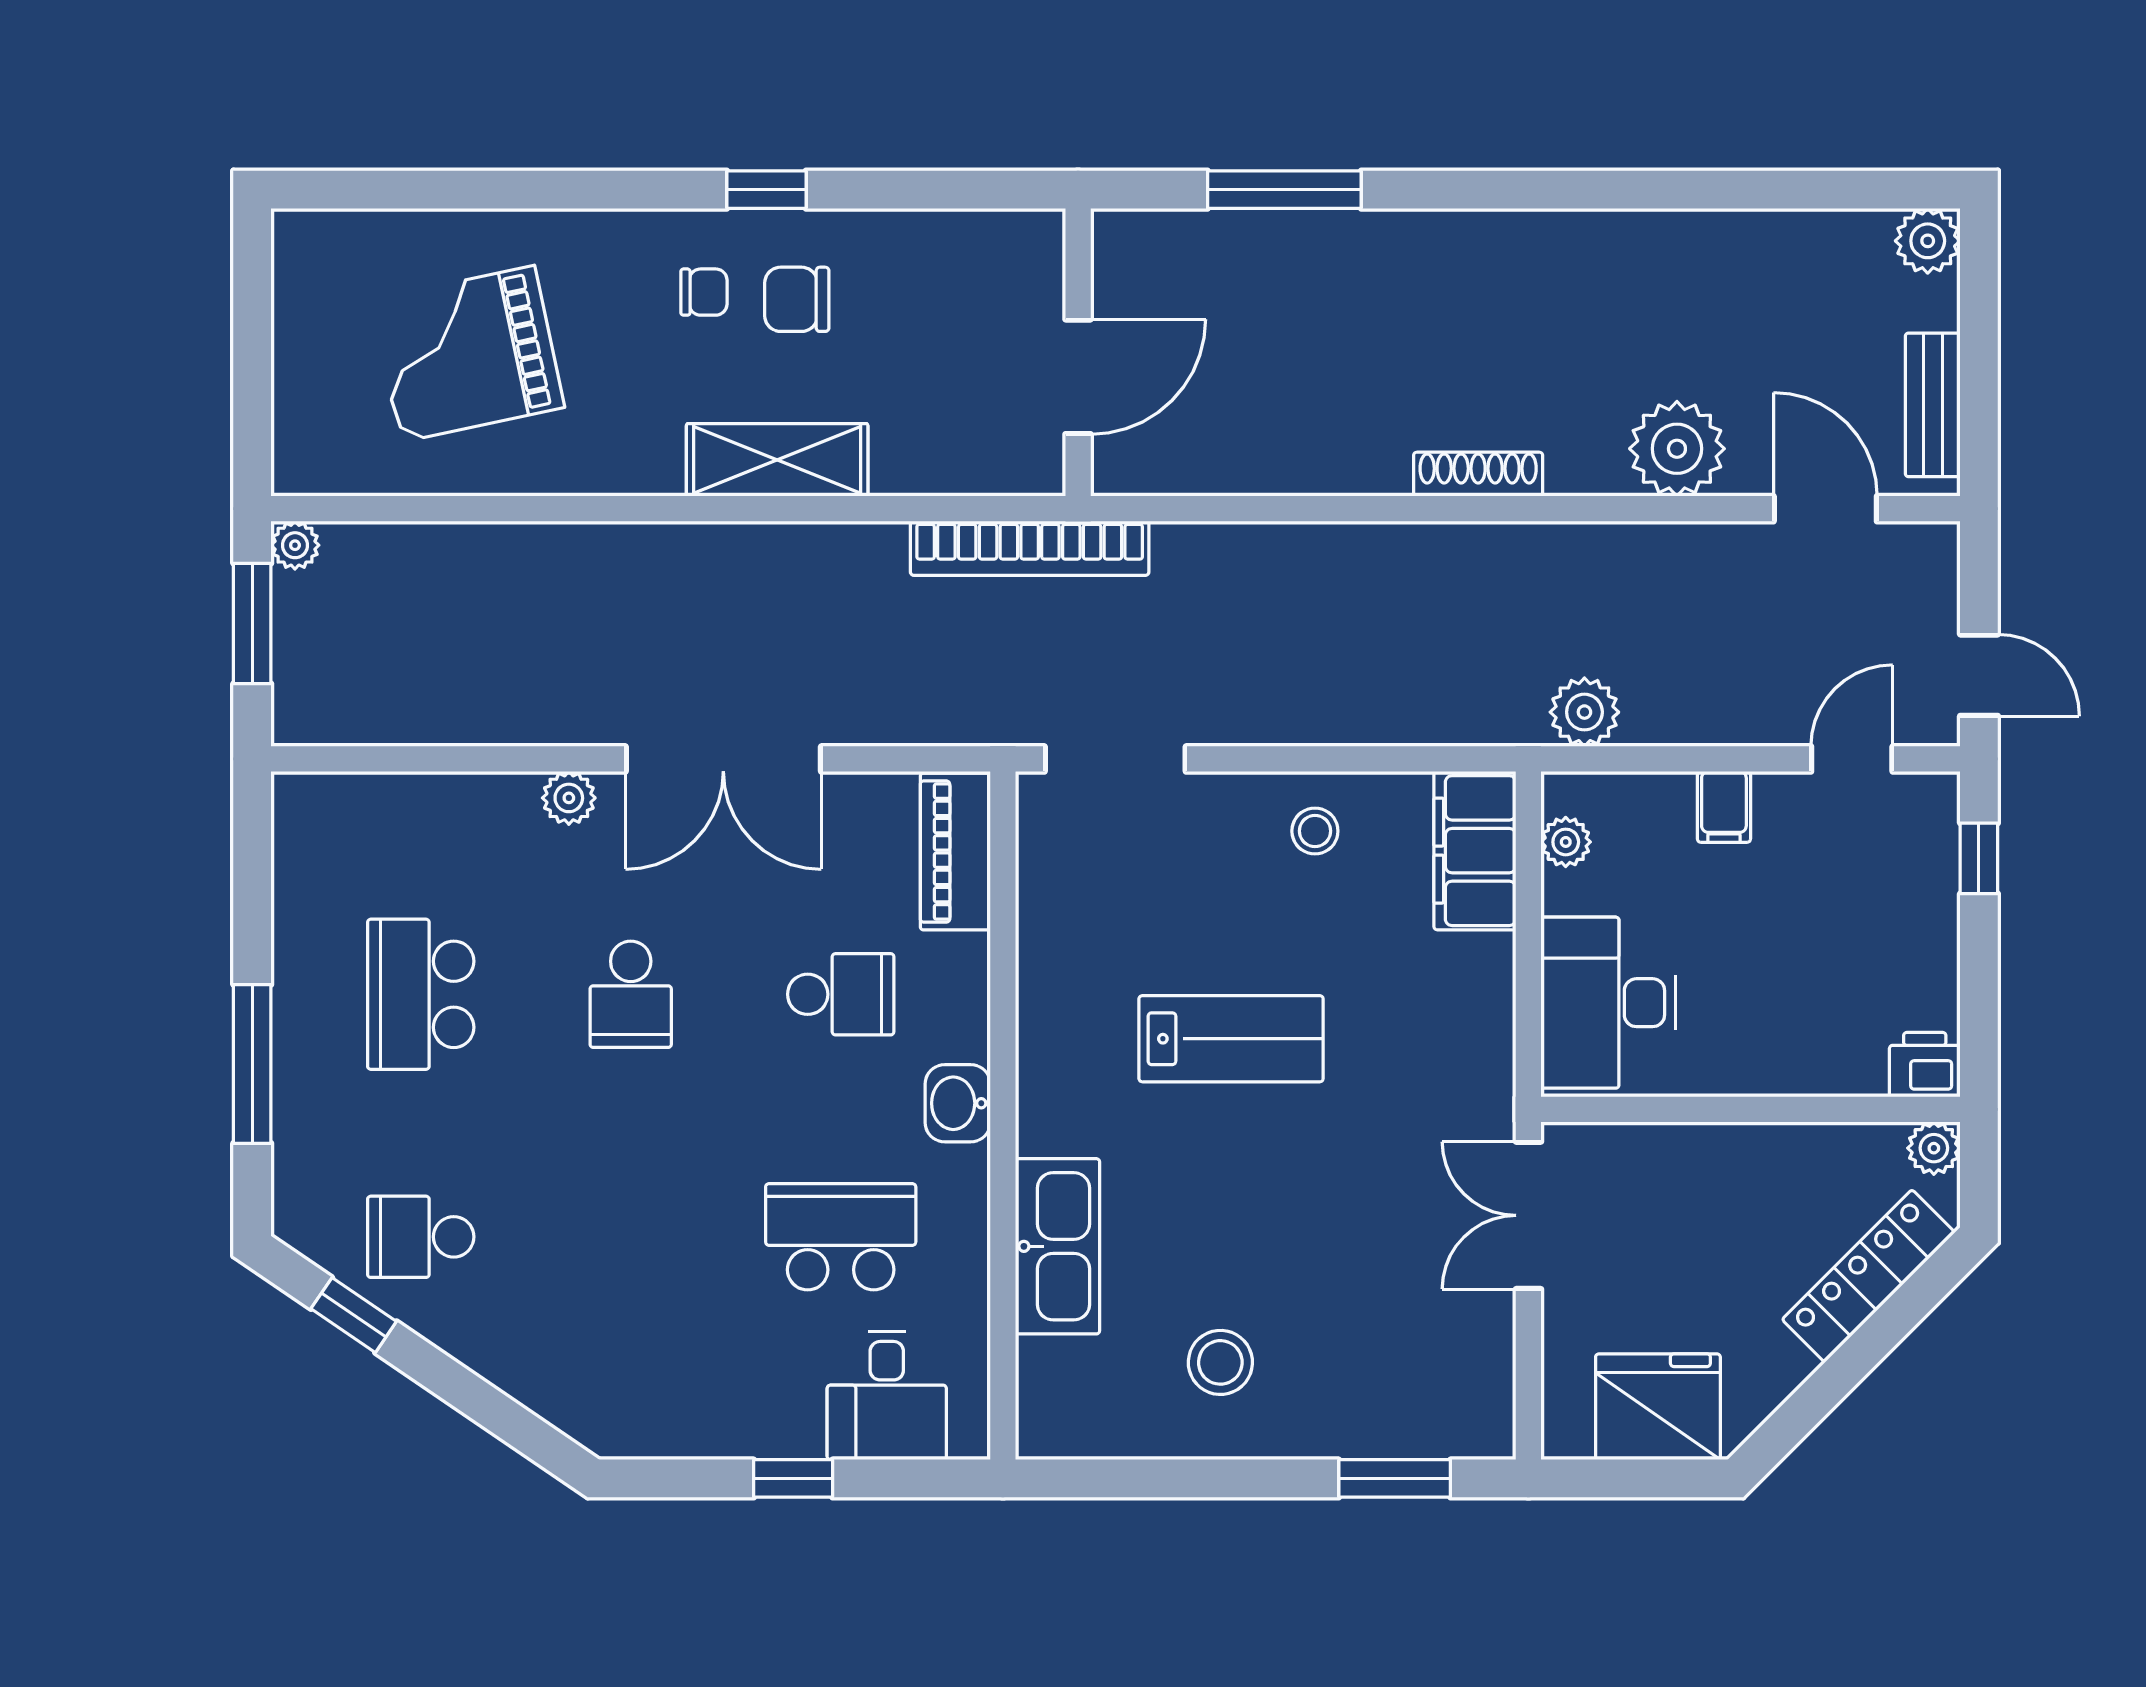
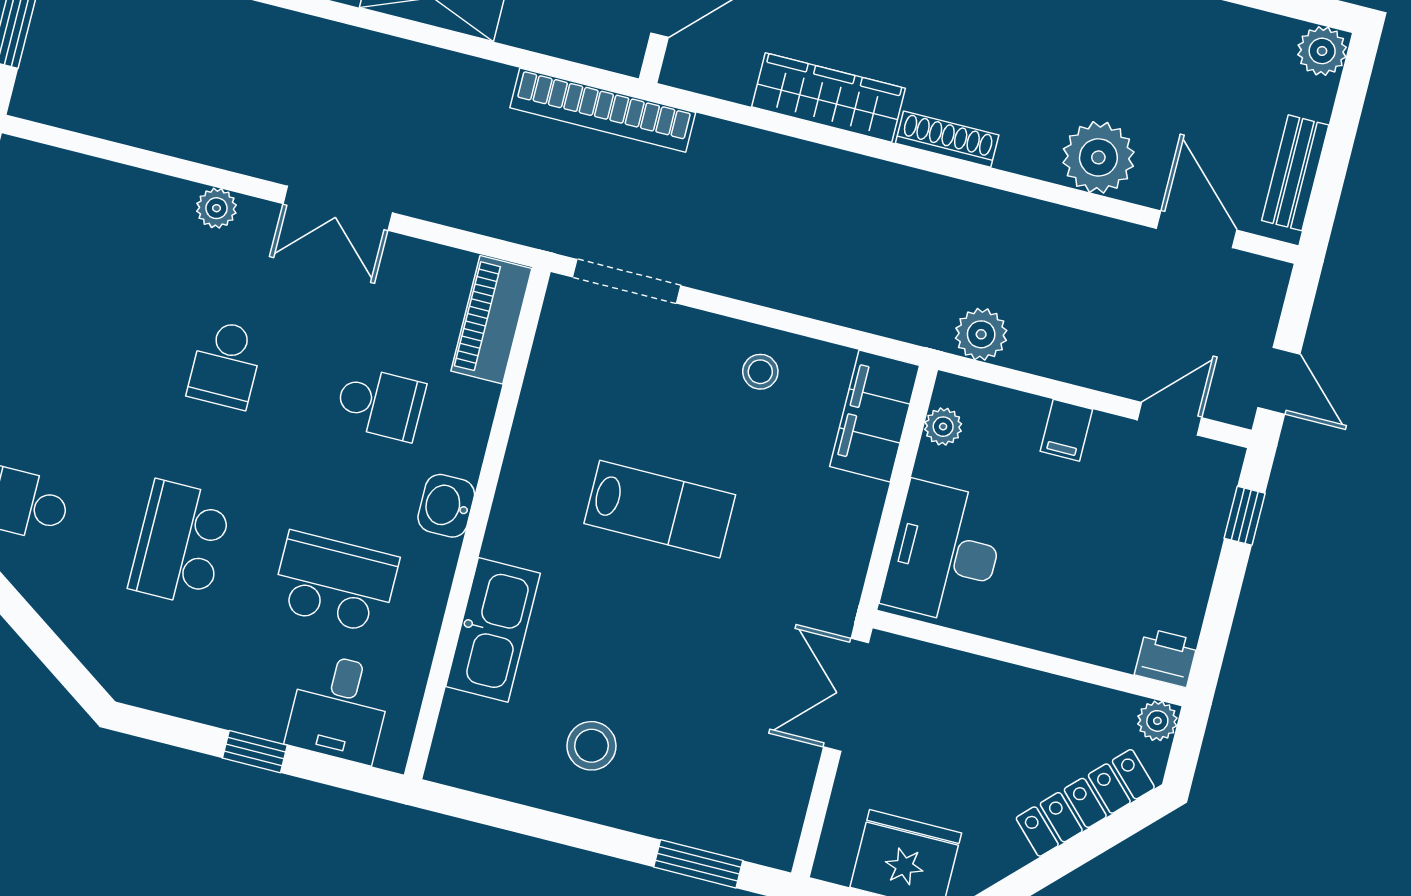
wardrobe: (1313, 459) -> (829, 98), added
double door: (723, 759) -> (338, 208), width x0.73
school desk: (421, 994) -> (180, 543), moved

